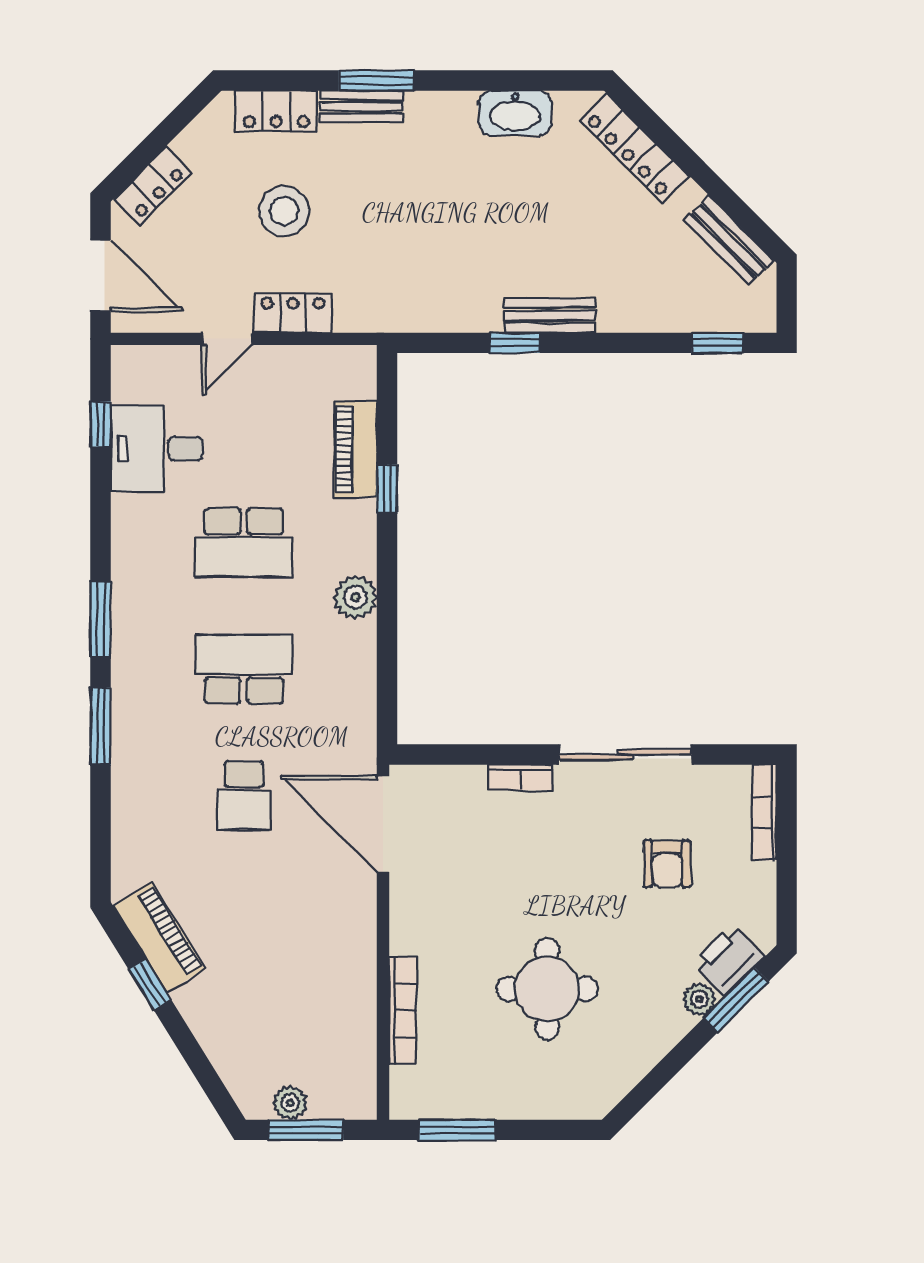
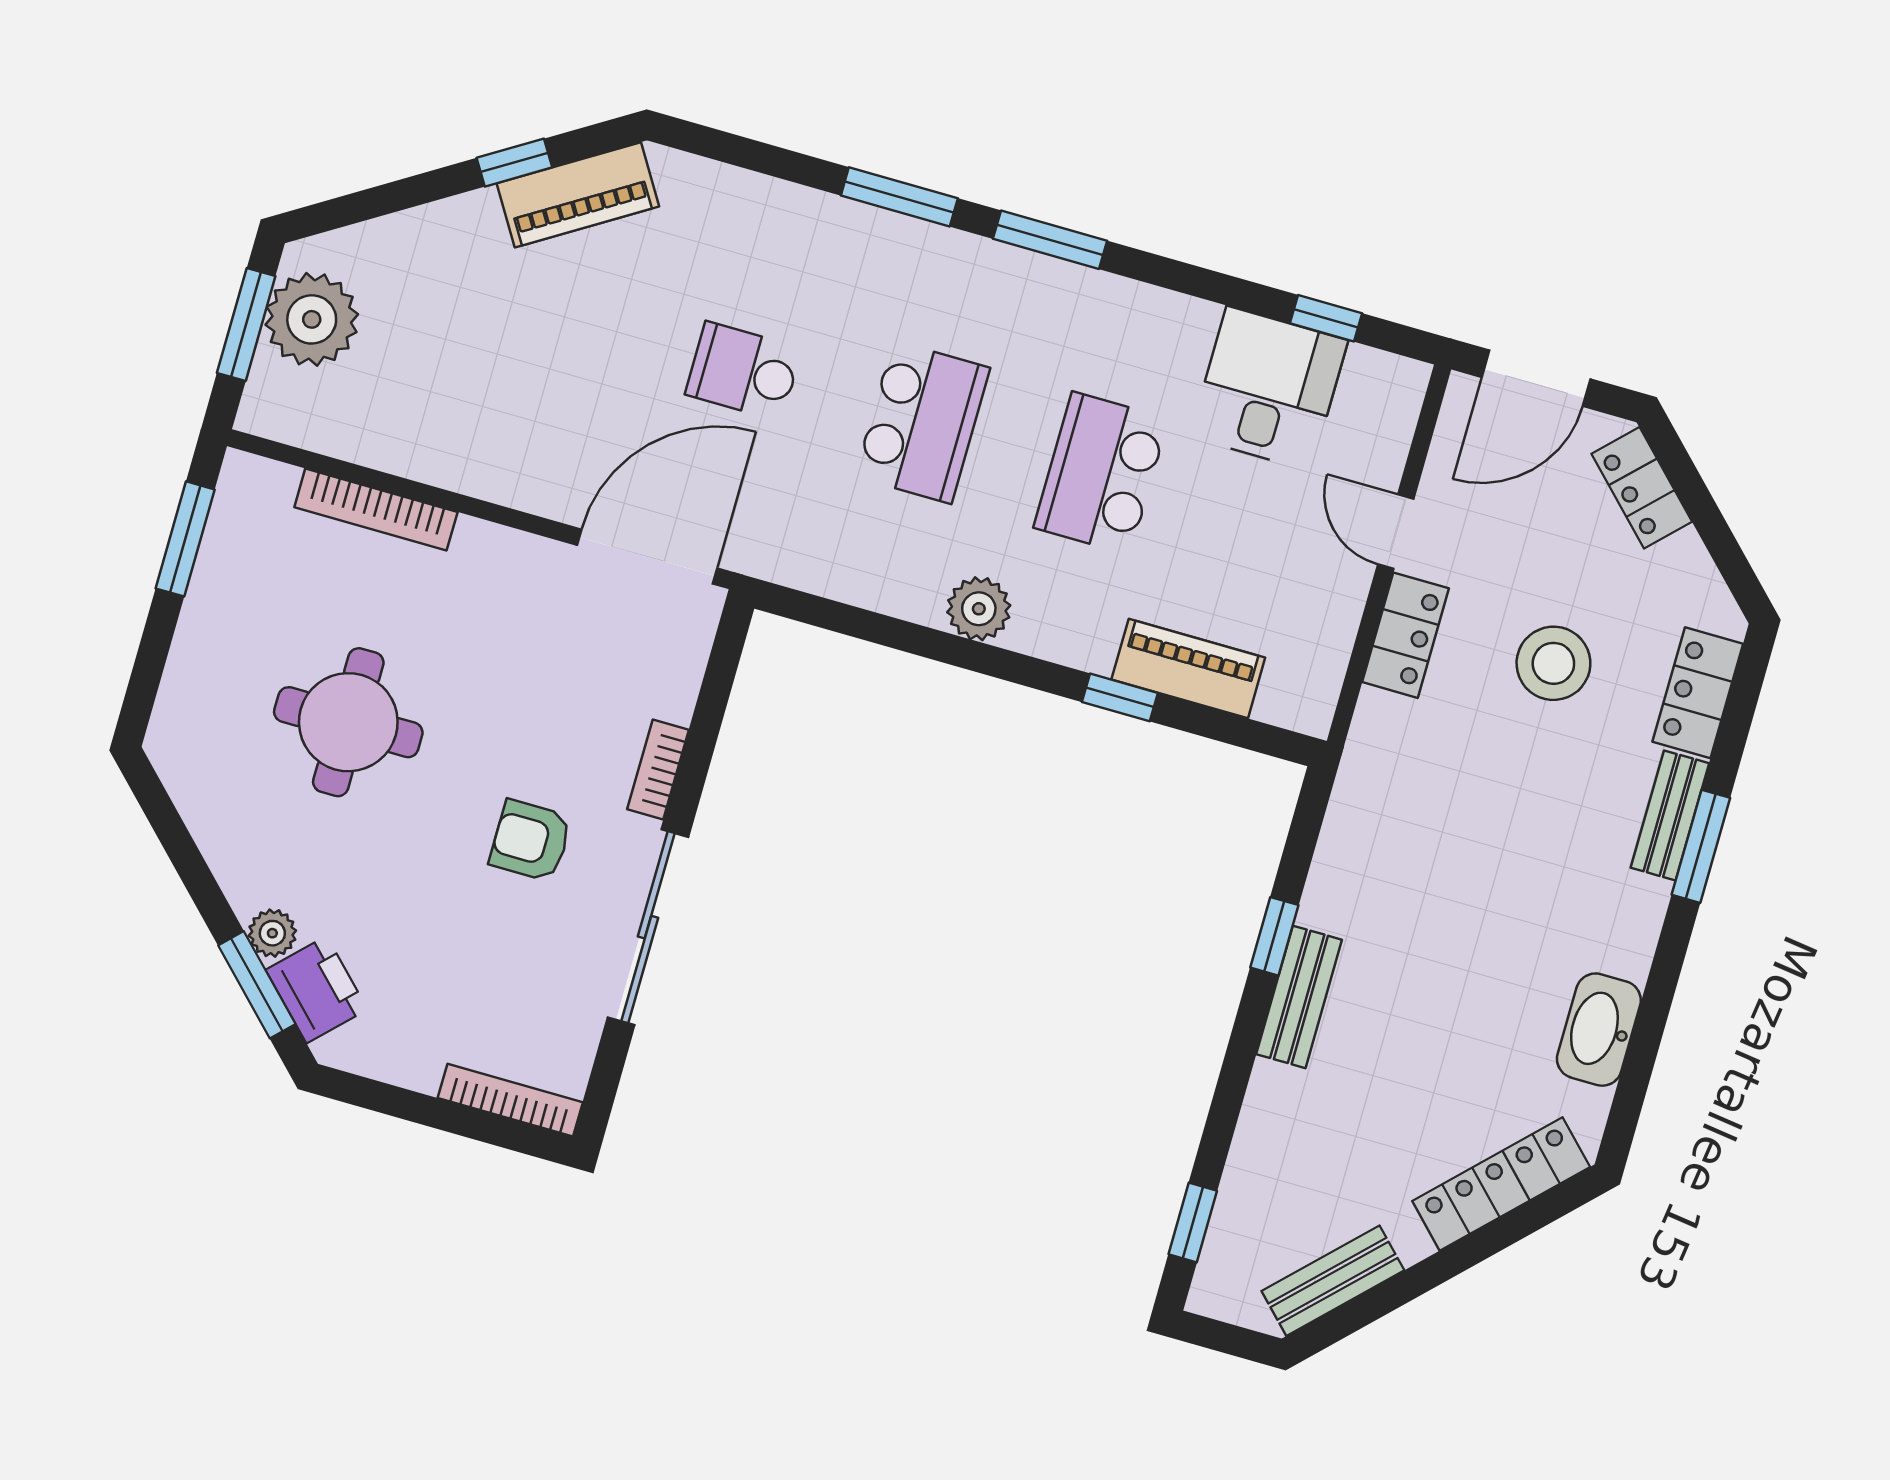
armchair: (667, 864) -> (531, 841), moved
plant: (290, 1103) -> (312, 319), width x1.88, depth x1.88

